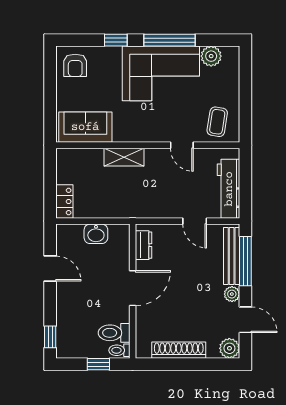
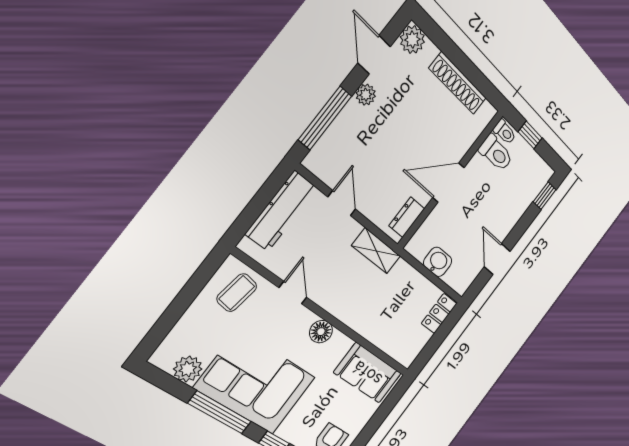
floor lamp: (143, 133) -> (321, 332), added
shelving: (124, 157) -> (376, 251), moved
bench: (232, 256) -> (334, 136), removed

